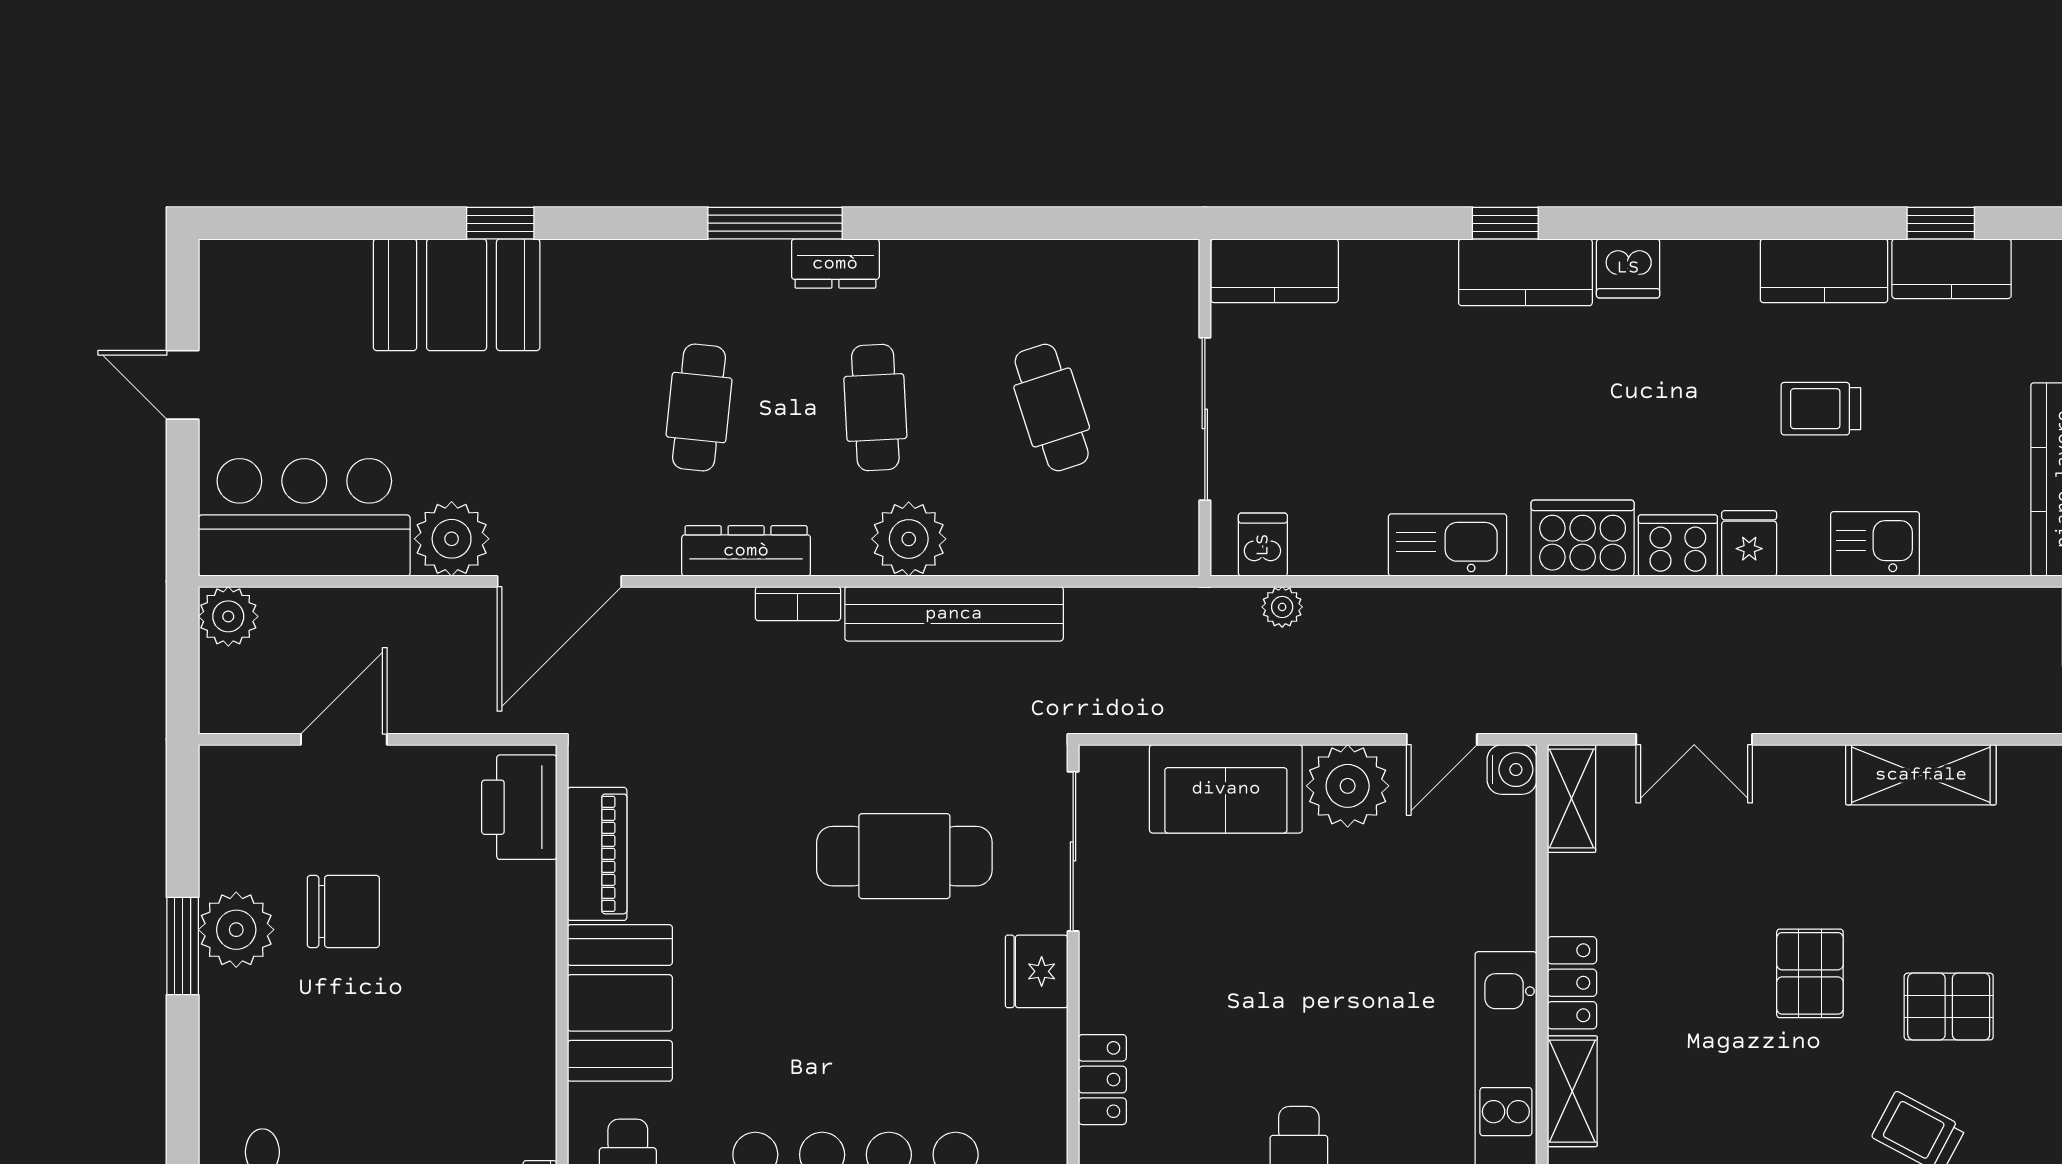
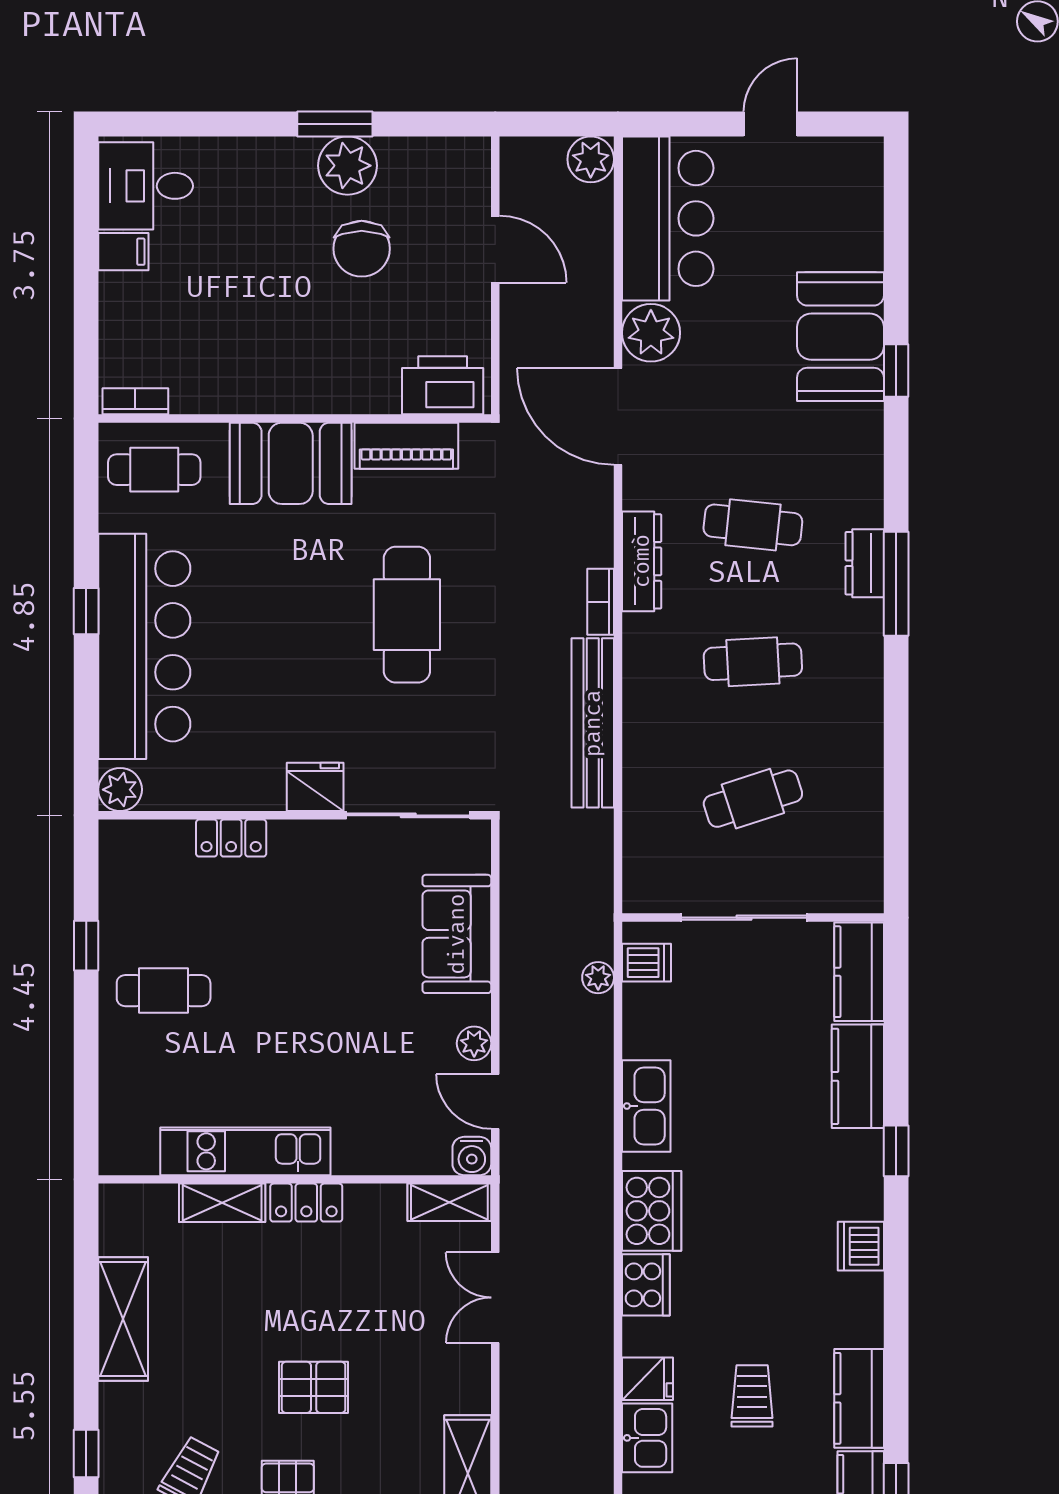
dresser: (835, 264) -> (865, 563), moved
kitchen counter: (1525, 272) -> (858, 1076), moved
plant: (909, 539) -> (651, 688), removed
fridge: (1749, 543) -> (647, 1379), moved
plant: (1348, 786) -> (474, 1043), width x0.53, depth x0.53
cafe table: (904, 856) -> (407, 615), moved

